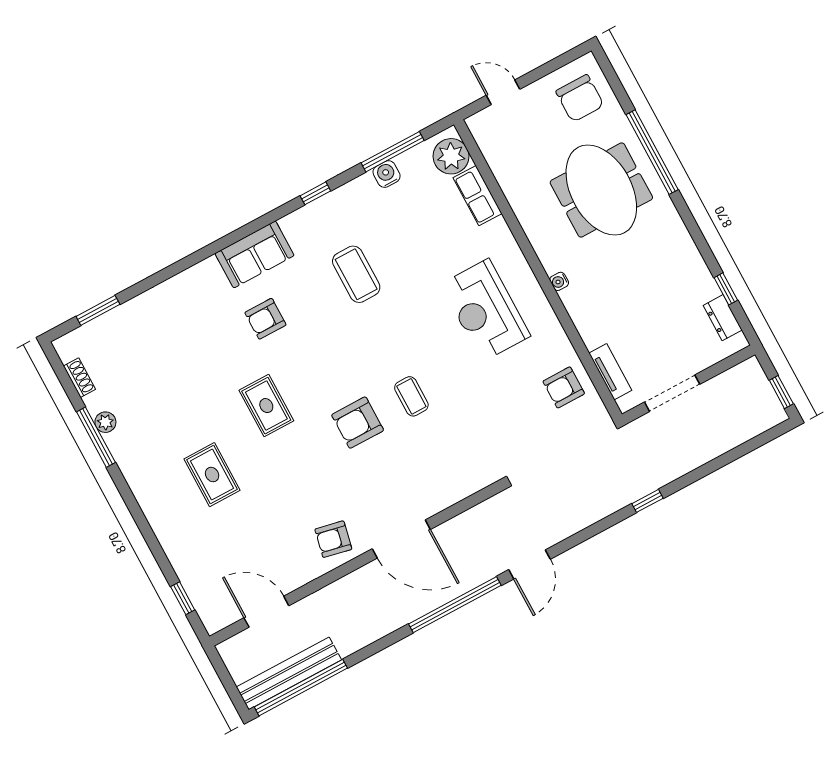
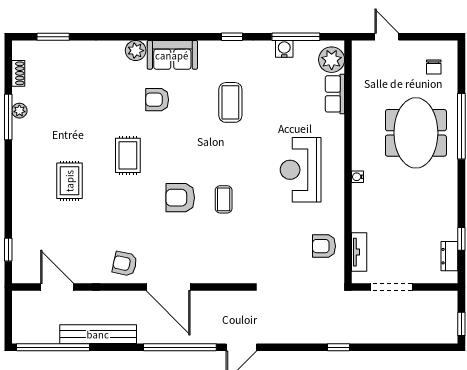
chair: (580, 98) -> (434, 67), width x0.54, depth x0.54
plant: (207, 273) -> (136, 51), added
bench: (289, 673) -> (98, 334), moved

